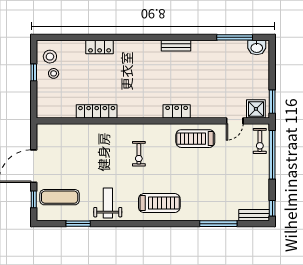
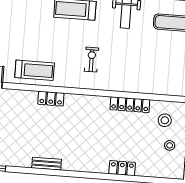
stool: (50, 57) -> (165, 120), moved

